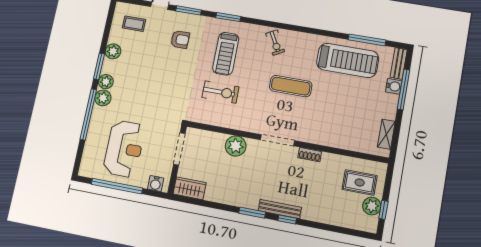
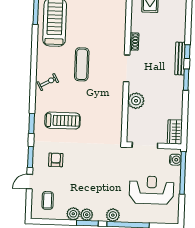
plant: (106, 82) -> (87, 215), moved
exercise bike: (220, 92) -> (95, 120), removed
window: (117, 186) -> (183, 173), moved

